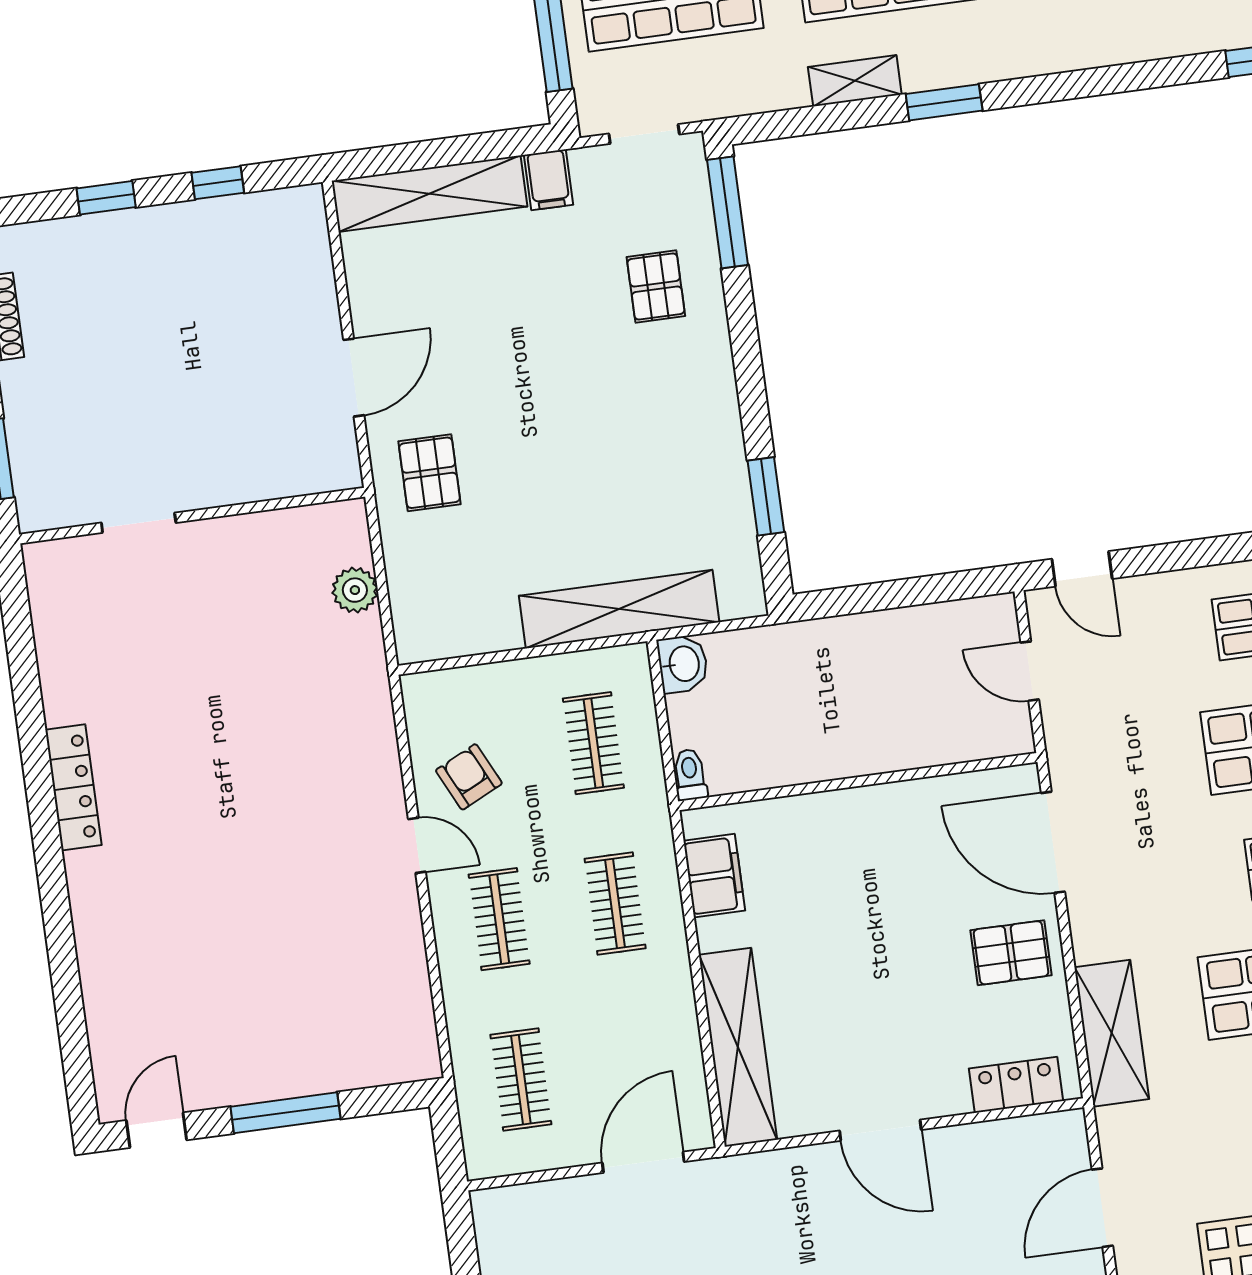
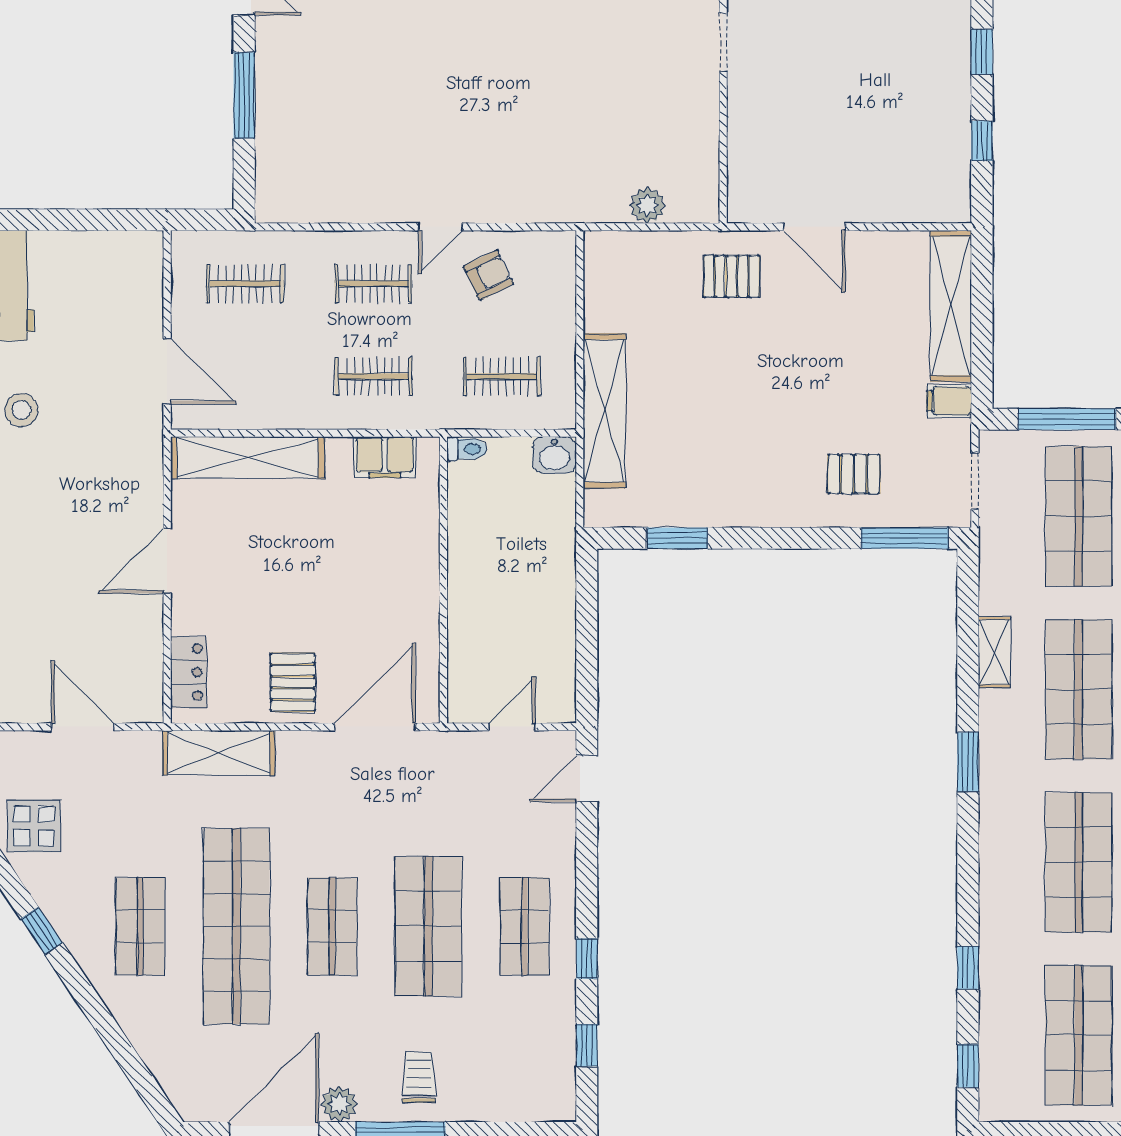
window: (944, 102) -> (968, 762), moved

